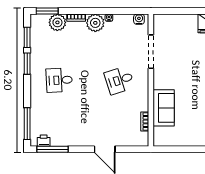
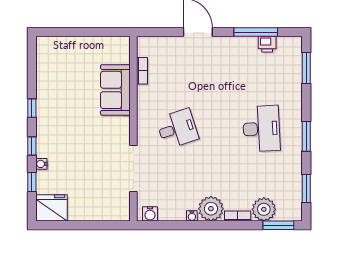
window: (27, 64) -> (306, 136), moved
desk: (59, 80) -> (261, 129), width x1.37
window: (27, 124) -> (306, 68), width x0.69
printer: (44, 141) -> (267, 44), moved
window: (53, 149) -> (256, 32), moved

